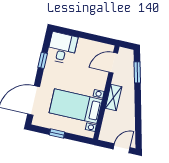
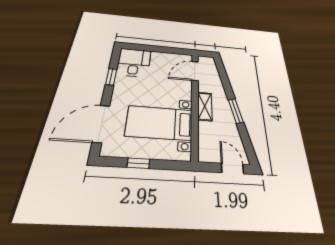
window: (137, 72) -> (236, 111), moved
door: (122, 148) -> (232, 168), hinge flipped

